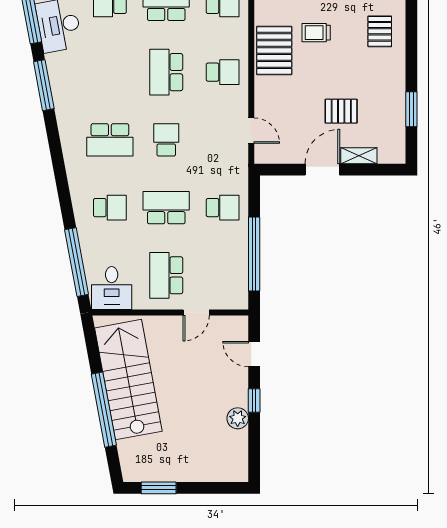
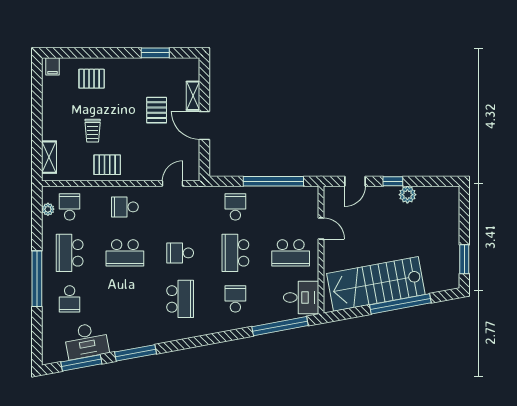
pallet: (274, 50) -> (107, 165), width x0.67, depth x0.71
school desk: (223, 72) -> (125, 207), turned -90

